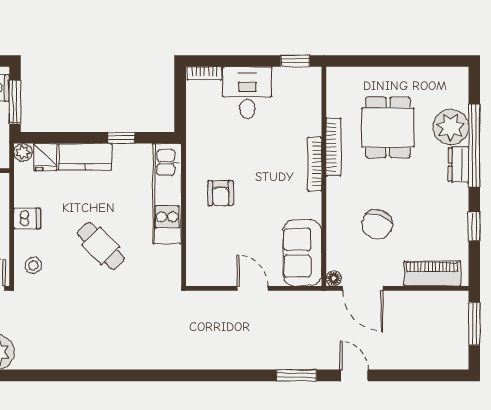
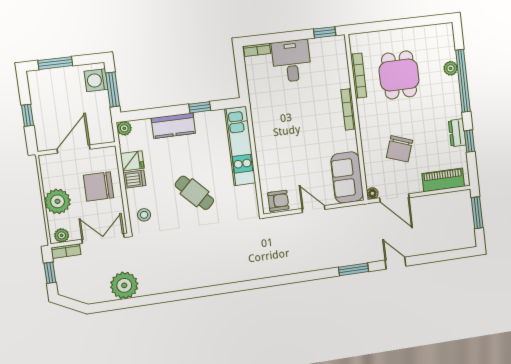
plant: (451, 127) -> (451, 68), width x0.53, depth x0.53
bookcase: (333, 147) -> (359, 76), moved
fridge: (45, 157) -> (132, 161), moved, turned -90
dresser: (458, 165) -> (457, 133), moved
armchair: (220, 193) -> (278, 201), moved, turned -90

